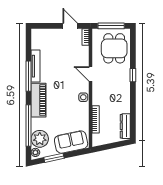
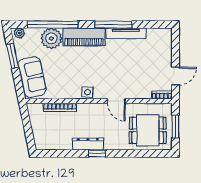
window: (111, 26) -> (175, 127), width x0.69
door: (90, 74) -> (116, 101), swing flipped
window: (133, 75) -> (97, 153), moved
dresser: (125, 126) -> (88, 144), moved
plant: (40, 139) -> (51, 38), moved

